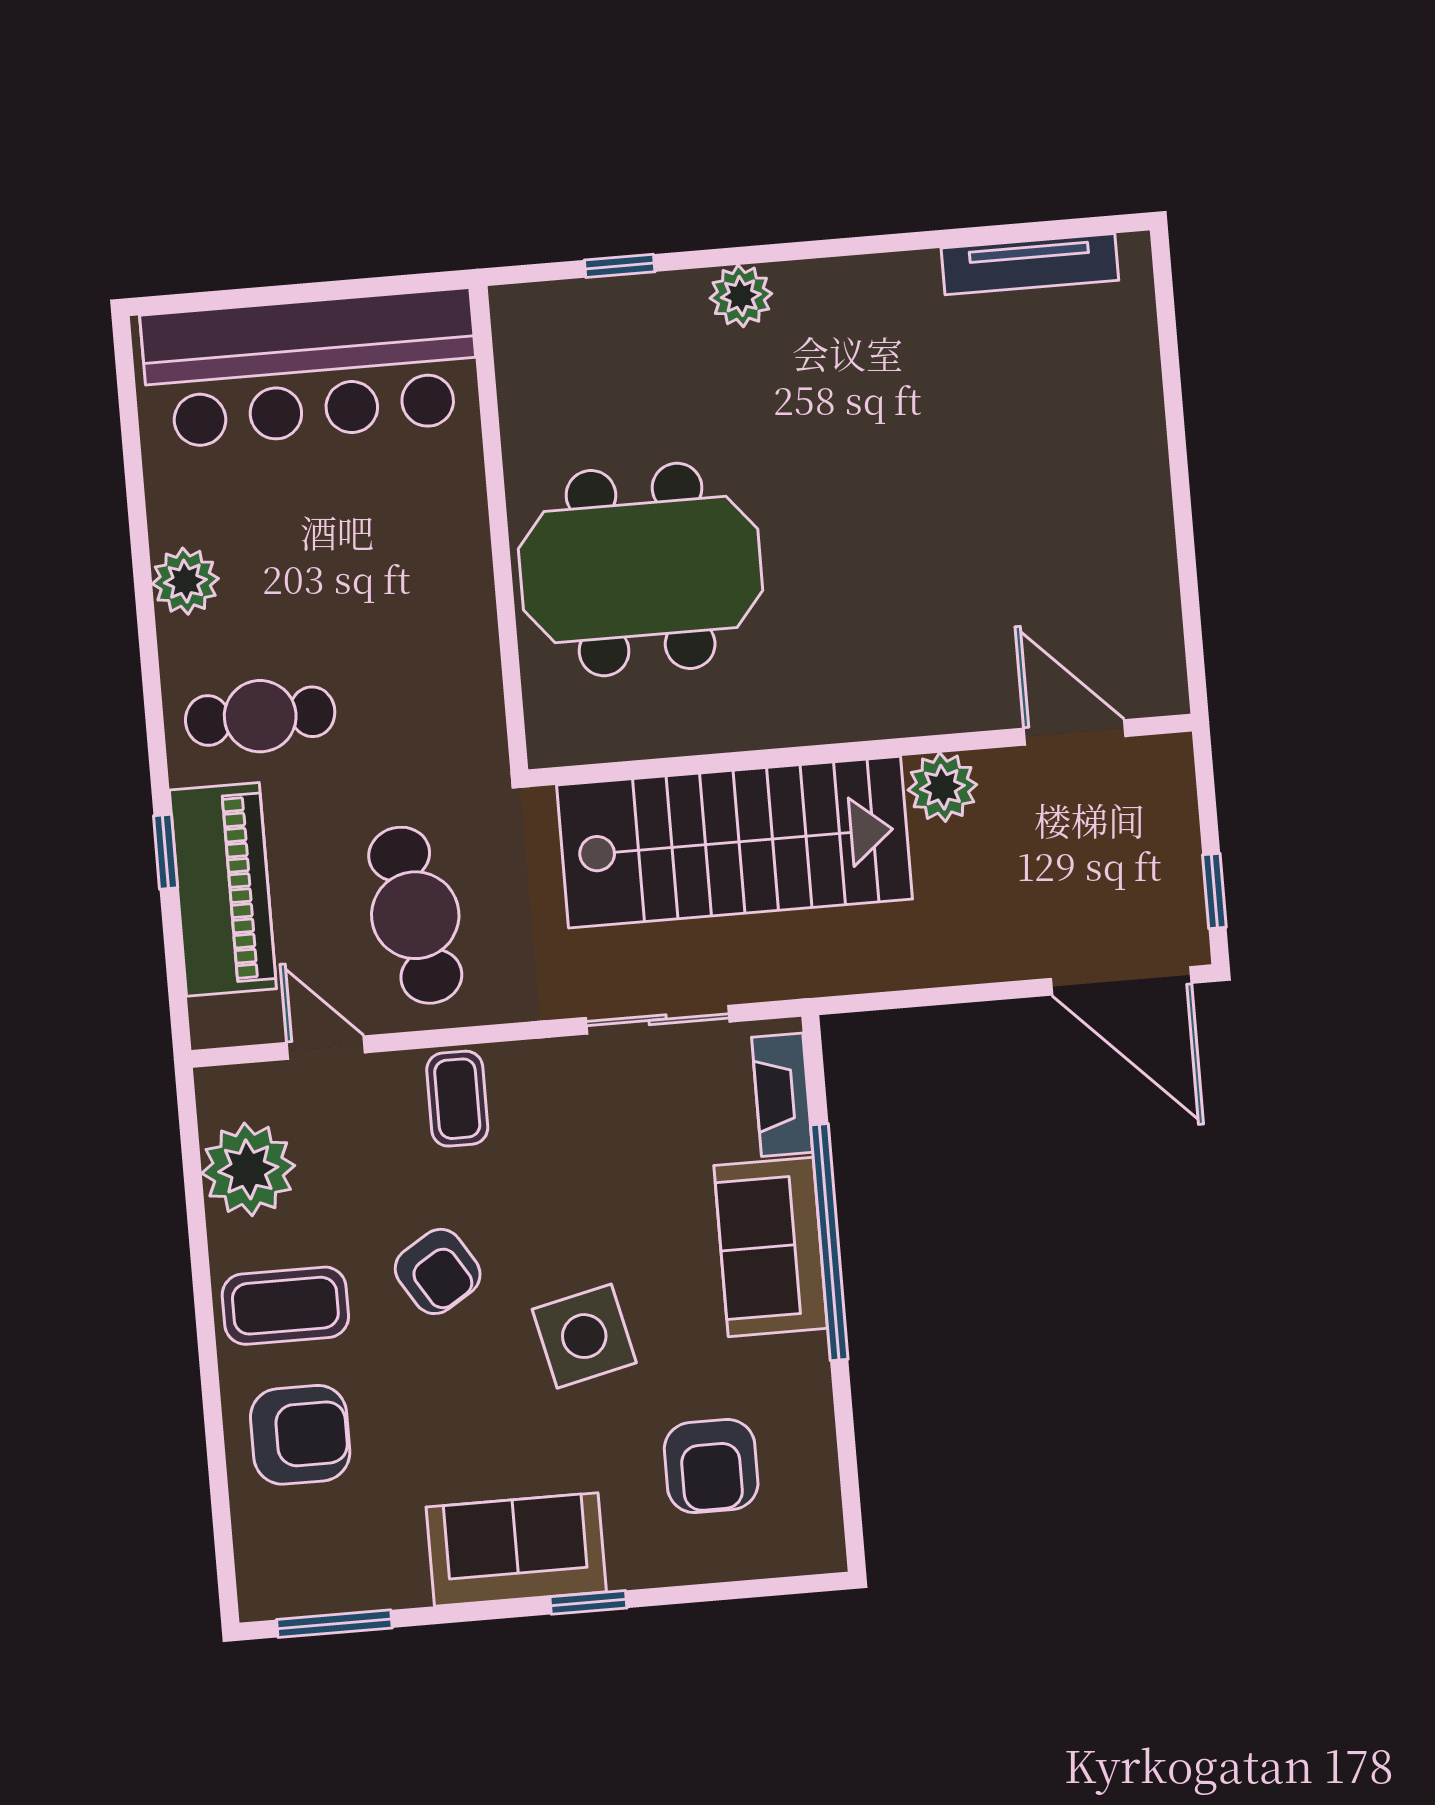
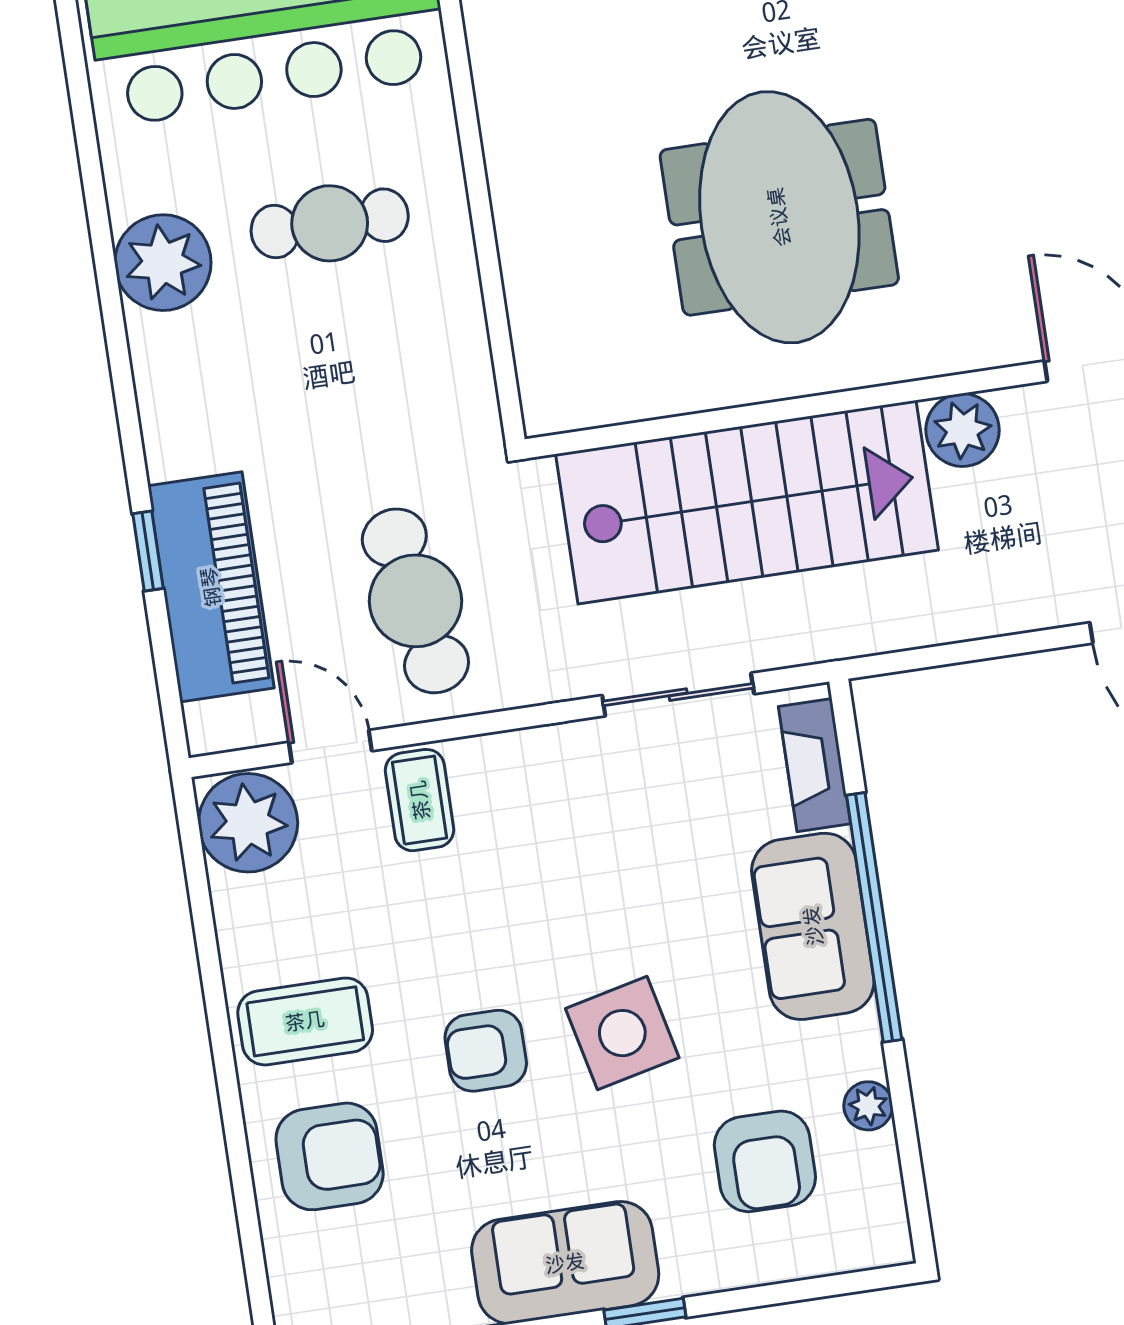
meeting table: (641, 570) -> (779, 217), moved, turned 90
plant: (185, 581) -> (163, 263), width x1.36, depth x1.36
cafe table: (260, 716) -> (330, 223), moved
coffee table: (457, 1099) -> (420, 800), moved
plant: (248, 1169) -> (248, 823), moved
armchair: (438, 1271) -> (486, 1051), moved, turned 122
plant: (812, 1420) -> (868, 1106), added

